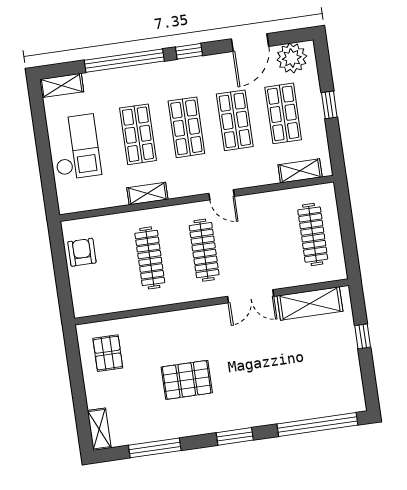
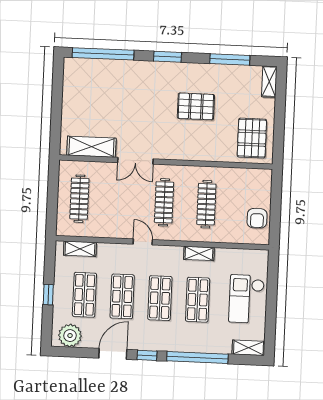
door: (250, 43) -> (113, 354), moved
double door: (251, 296) -> (135, 161), swing flipped
window: (363, 336) -> (56, 114), removed
pallet: (108, 353) -> (252, 138), width x1.50, depth x1.42

